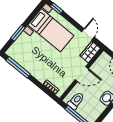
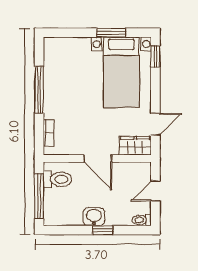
window: (18, 33) -> (111, 33), moved
window: (18, 67) -> (39, 90), moved

